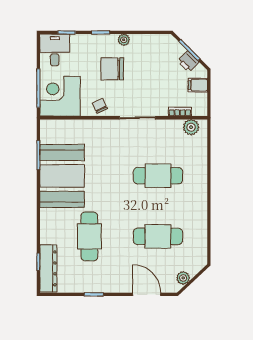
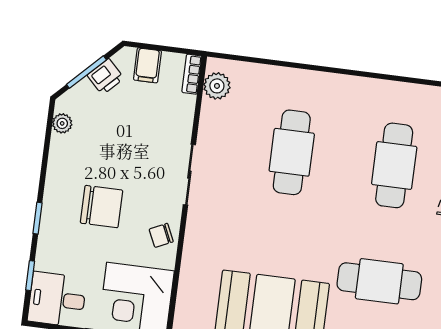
plant: (124, 40) -> (62, 123), moved
chair: (112, 69) -> (101, 207), turned -90
bookcase: (180, 112) -> (192, 74), moved

